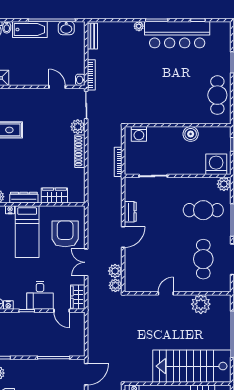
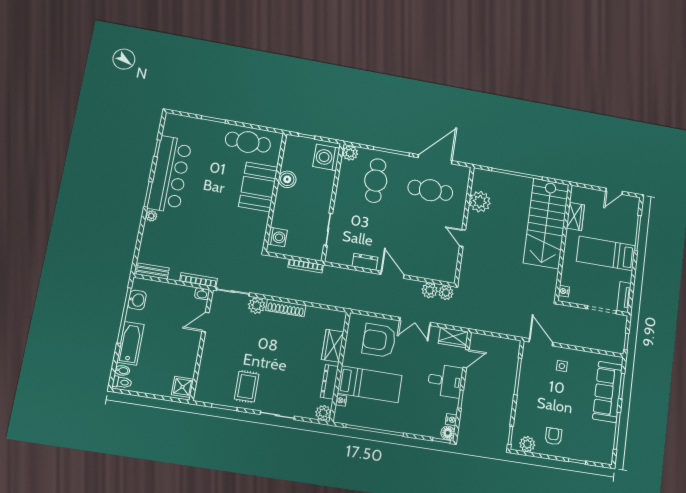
booth: (180, 110) -> (258, 187), added

